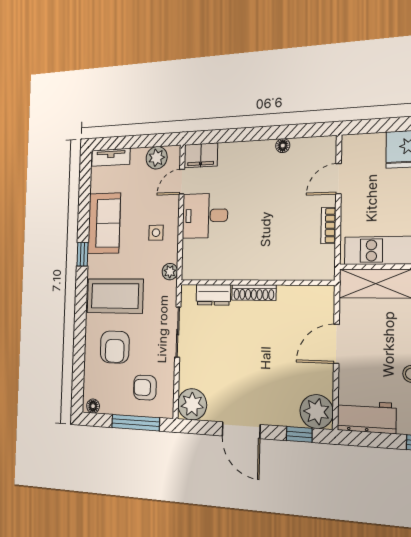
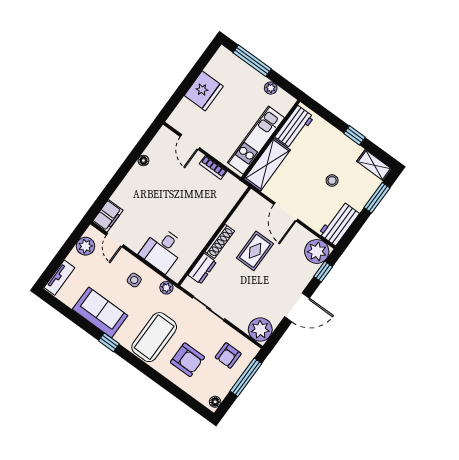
desk: (205, 216) -> (162, 250), moved
rug: (270, 339) -> (255, 251), added

